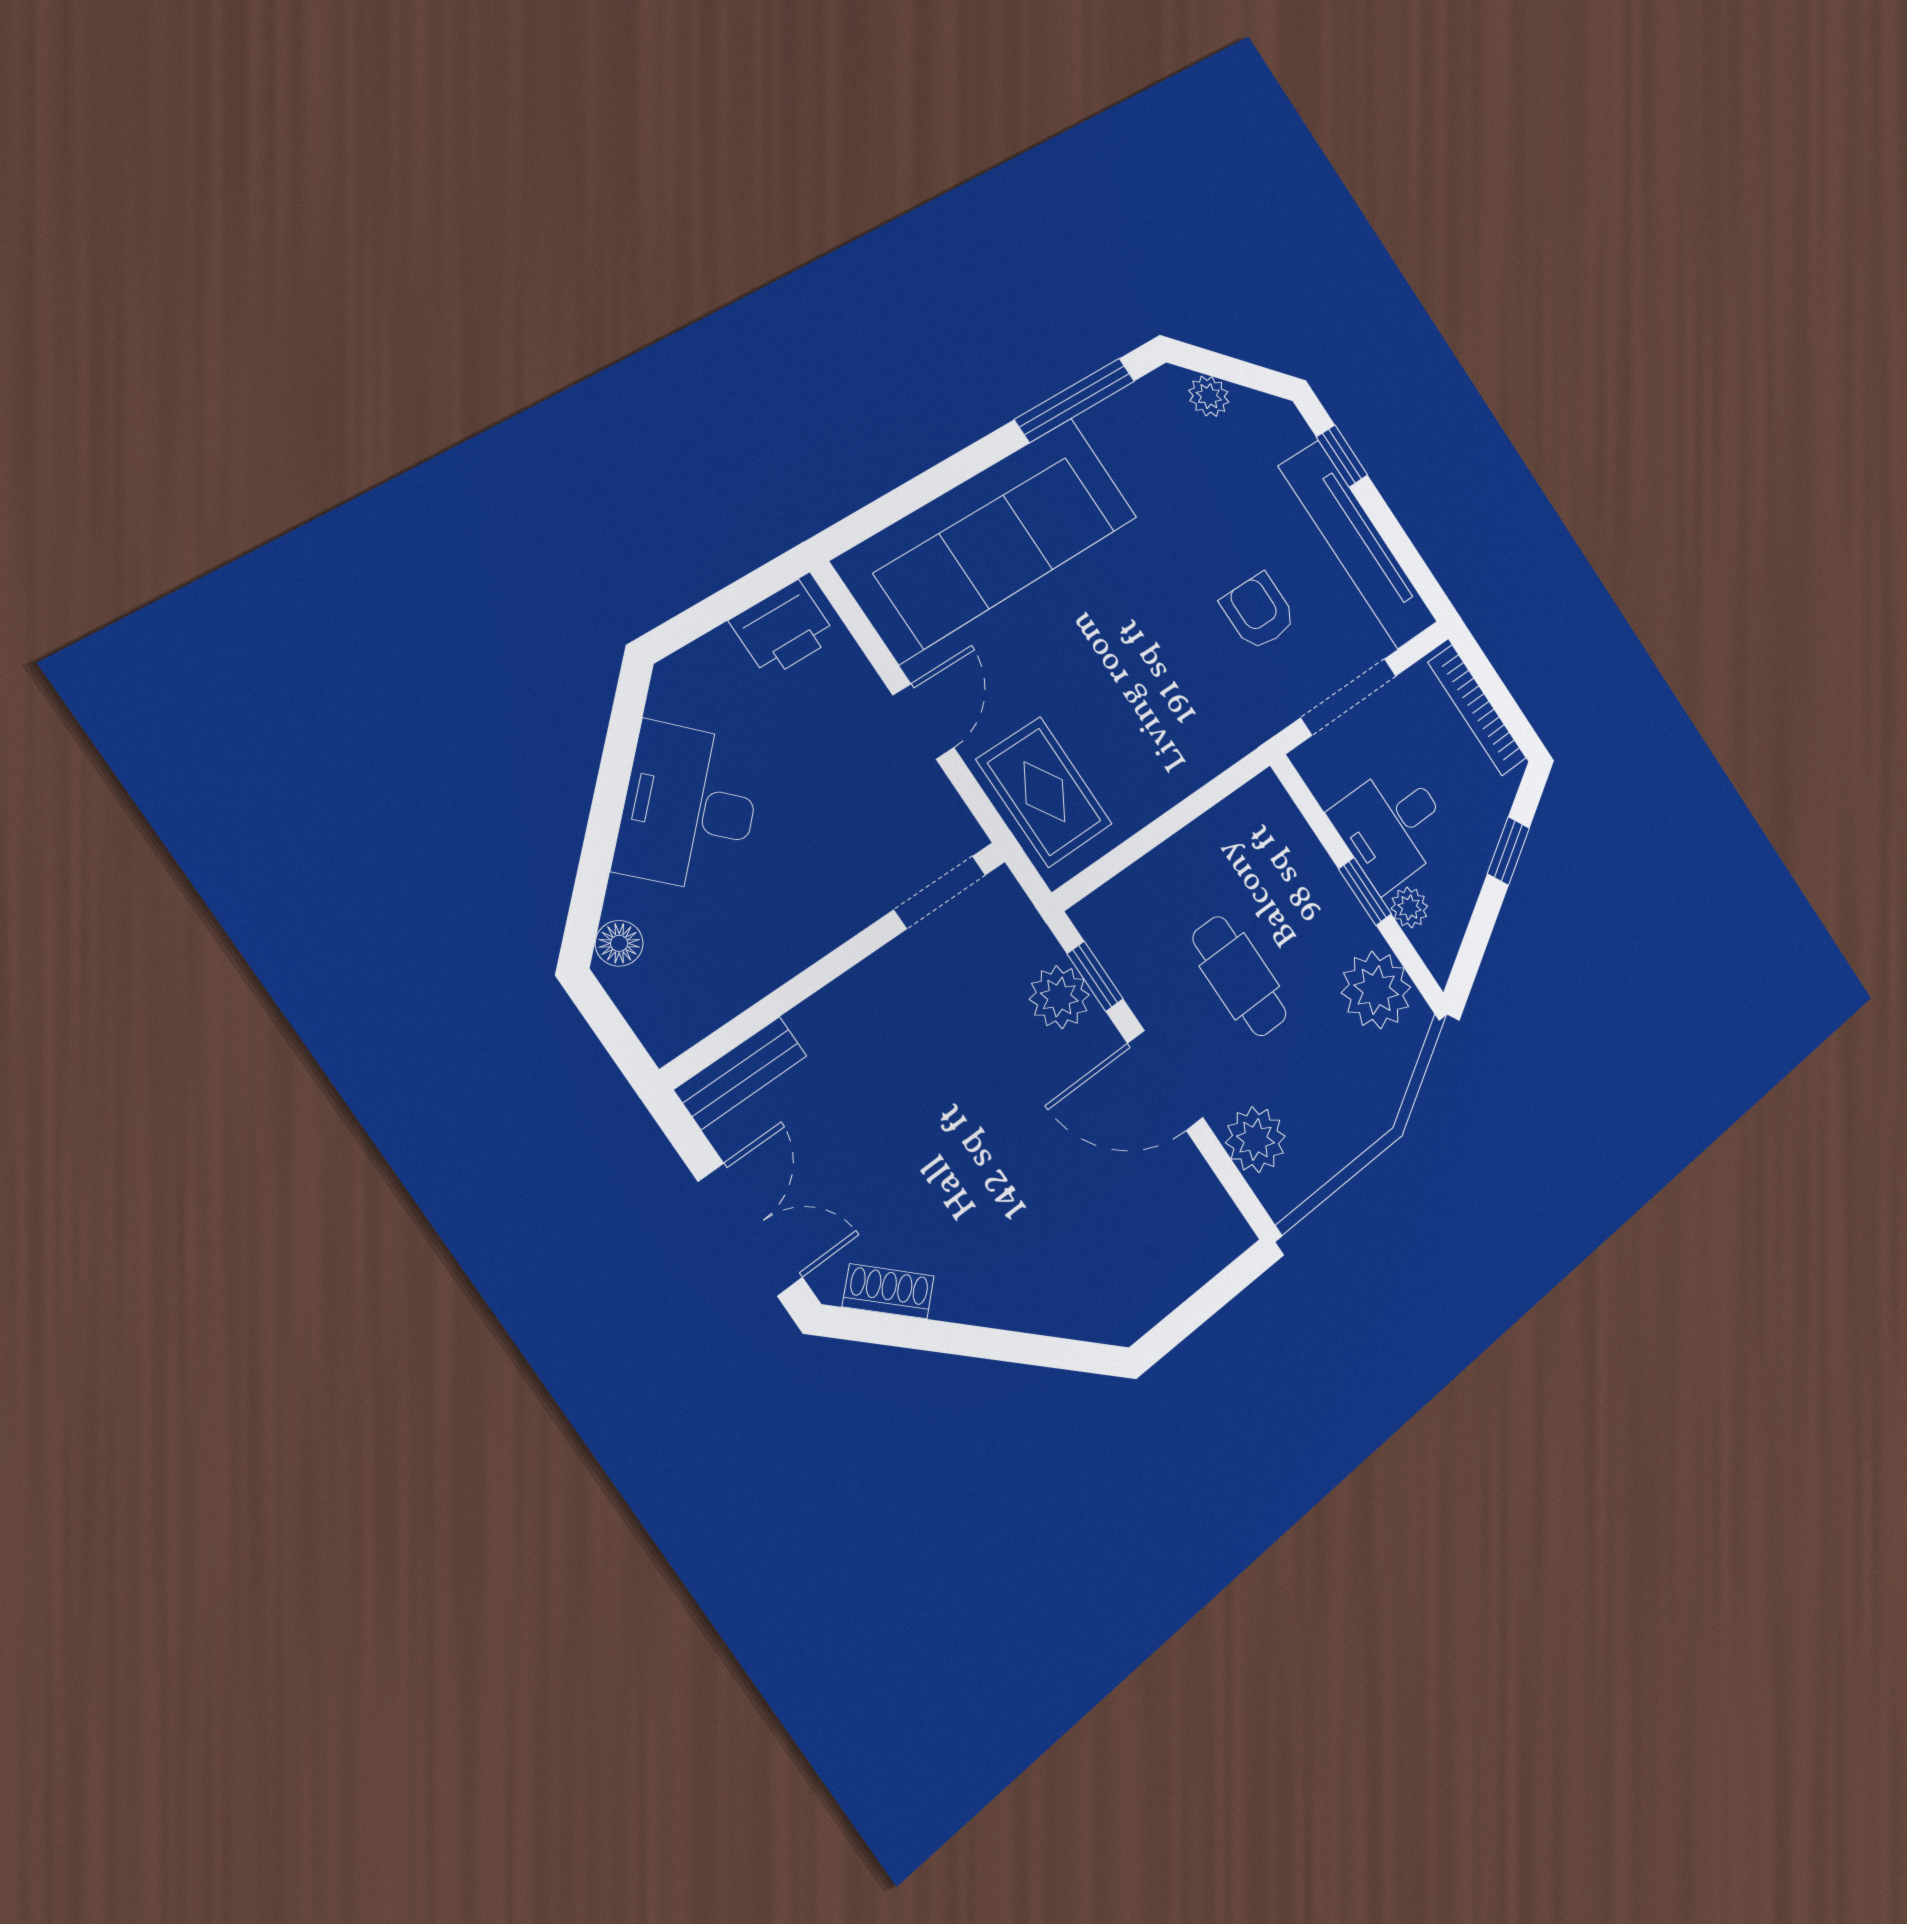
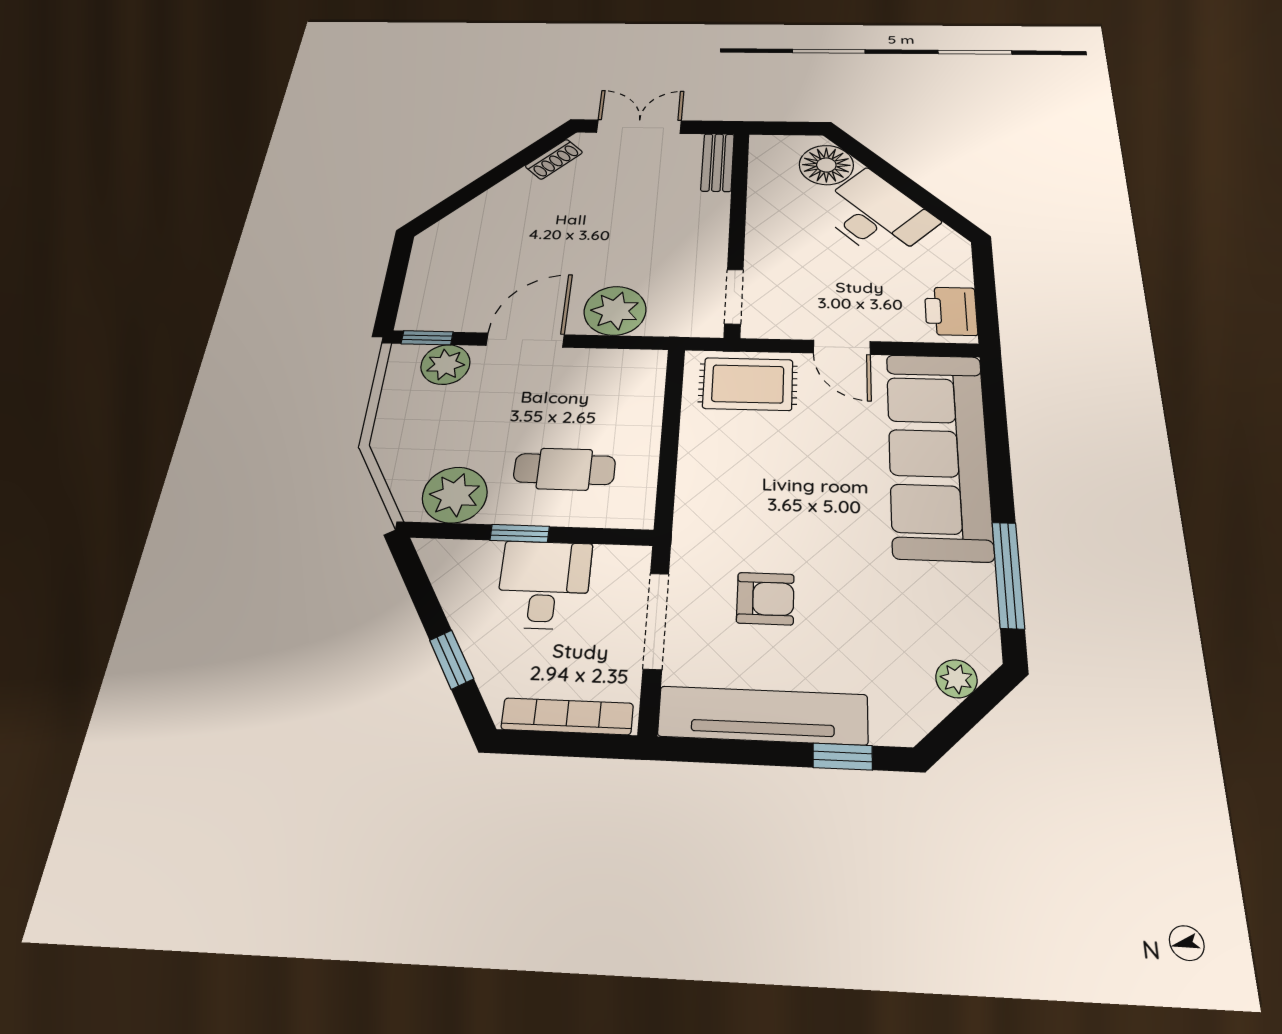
plant: (1409, 907) -> (482, 556), removed
floor lamp: (619, 943) -> (826, 165), width x1.89, depth x1.89
window: (1095, 976) -> (427, 338), moved
cafe table: (1240, 976) -> (564, 469), moved
plant: (1059, 997) -> (615, 311), width x1.36, depth x1.36
double door: (750, 1230) -> (639, 127), swing flipped

